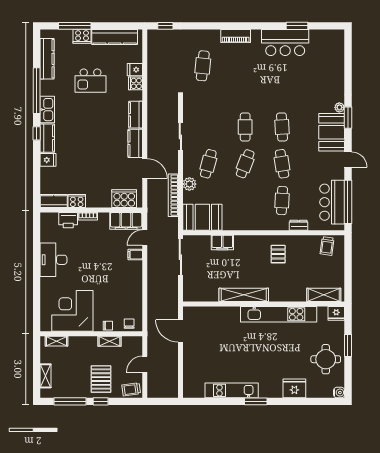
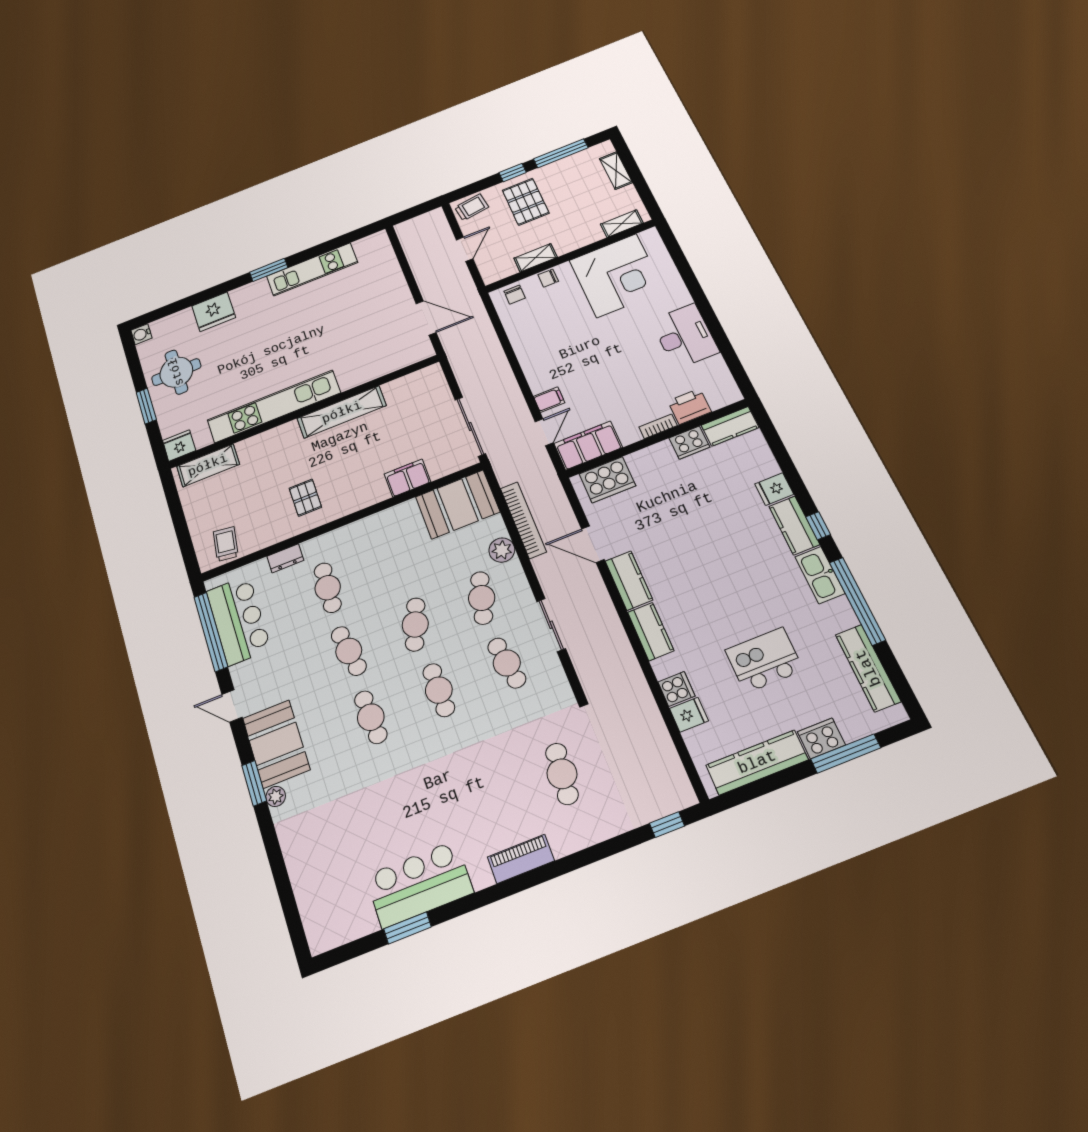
cafe table: (208, 127) -> (507, 663), added

